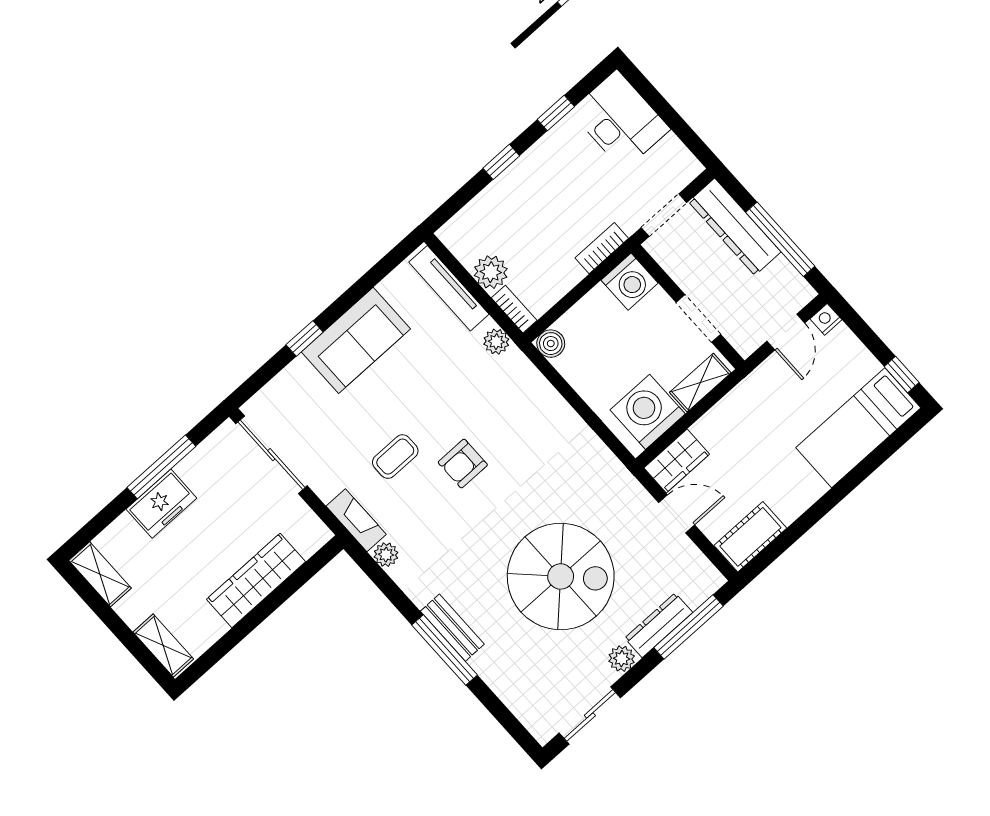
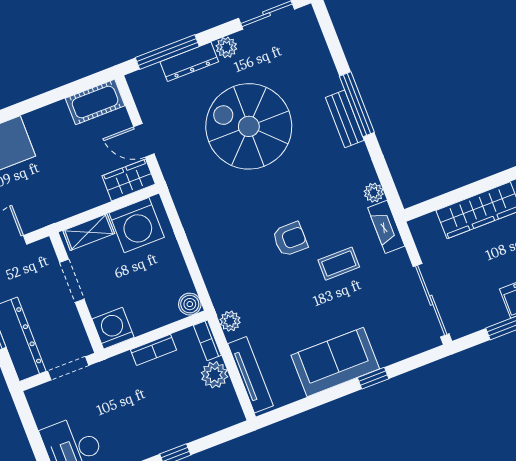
bookcase: (602, 248) -> (154, 350), moved

